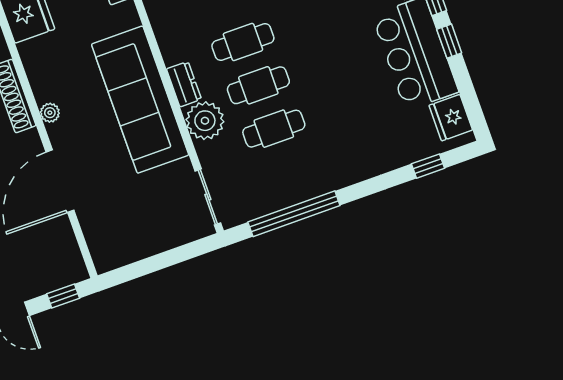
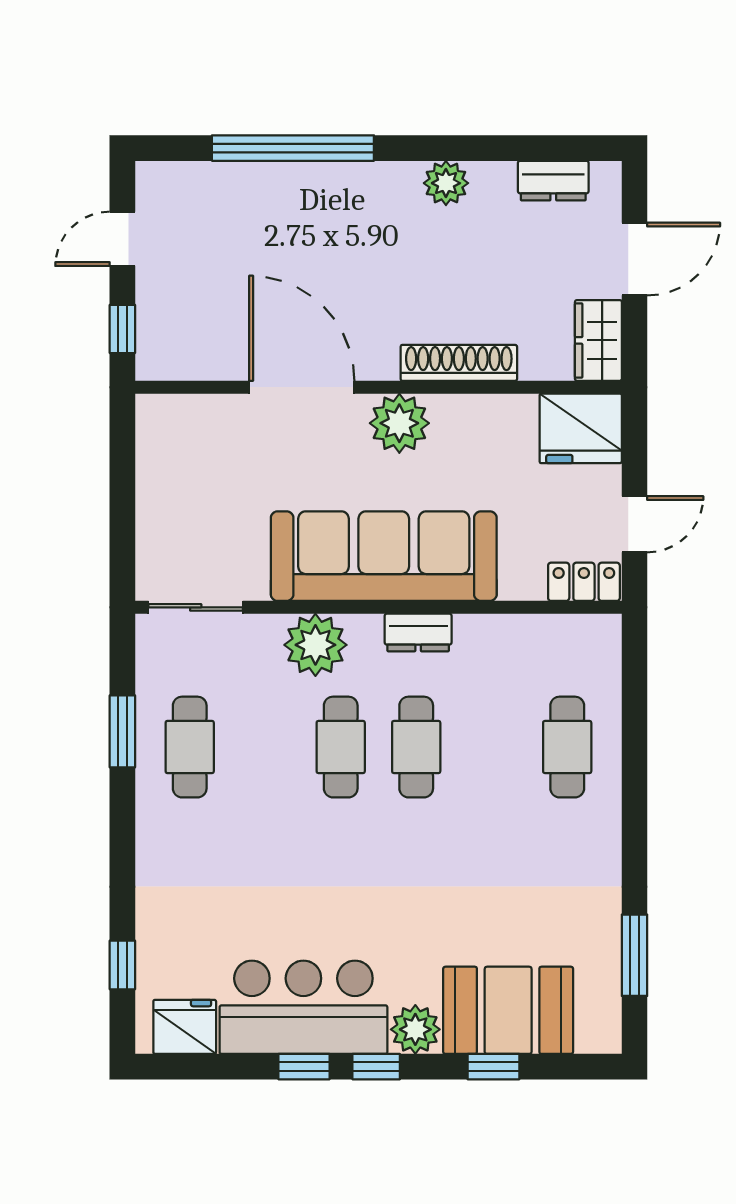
dresser: (184, 84) -> (418, 632), moved
plant: (50, 113) -> (399, 423), width x1.87, depth x1.87
cafe table: (274, 129) -> (190, 747), moved
window: (294, 214) -> (122, 731), width x0.47

